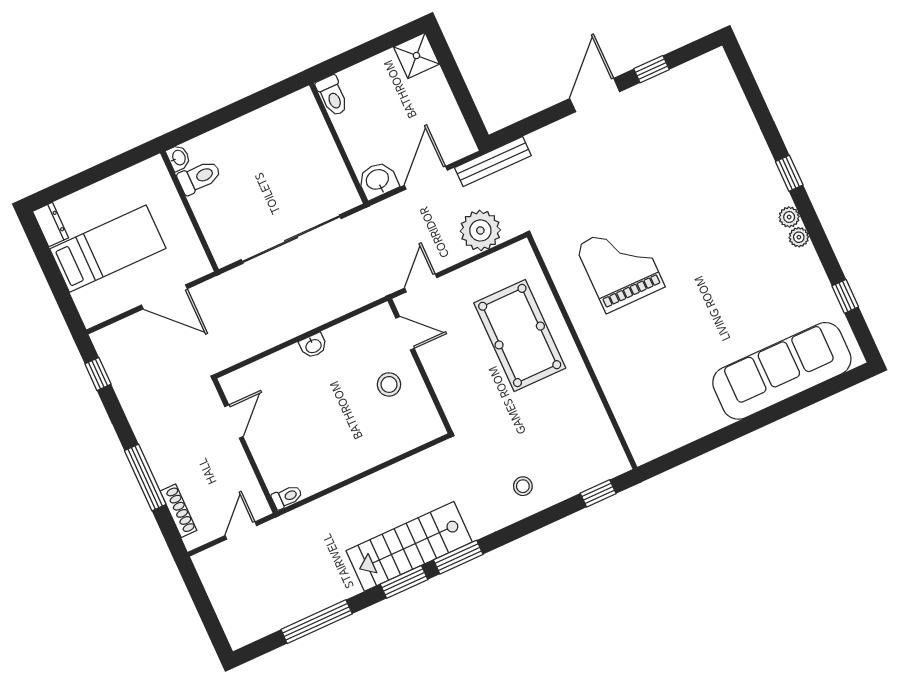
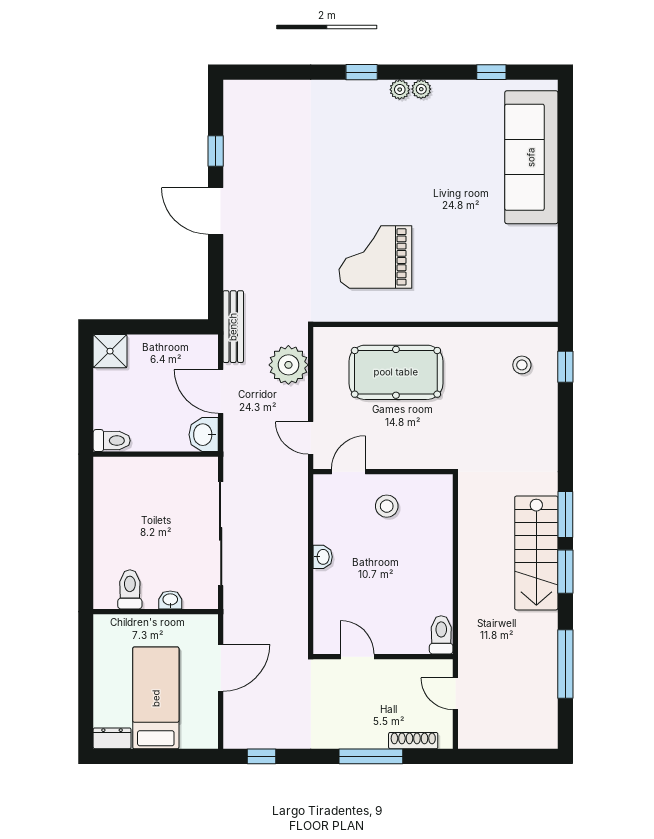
washbasin: (178, 158) -> (170, 600), moved
stool: (523, 486) -> (522, 365), moved
toilet: (287, 497) -> (441, 635), width x1.37, depth x1.39

